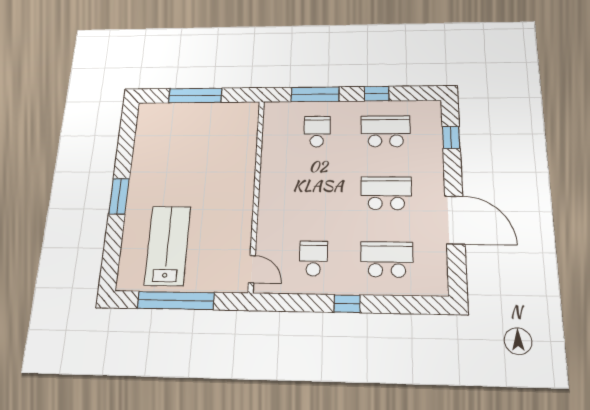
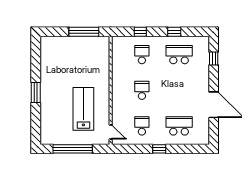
window: (315, 94) -> (140, 32), width x0.46
window: (195, 95) -> (84, 32), moved
school desk: (386, 193) -> (142, 90), moved, width x0.54
lab bench: (168, 245) -> (83, 109), moved

